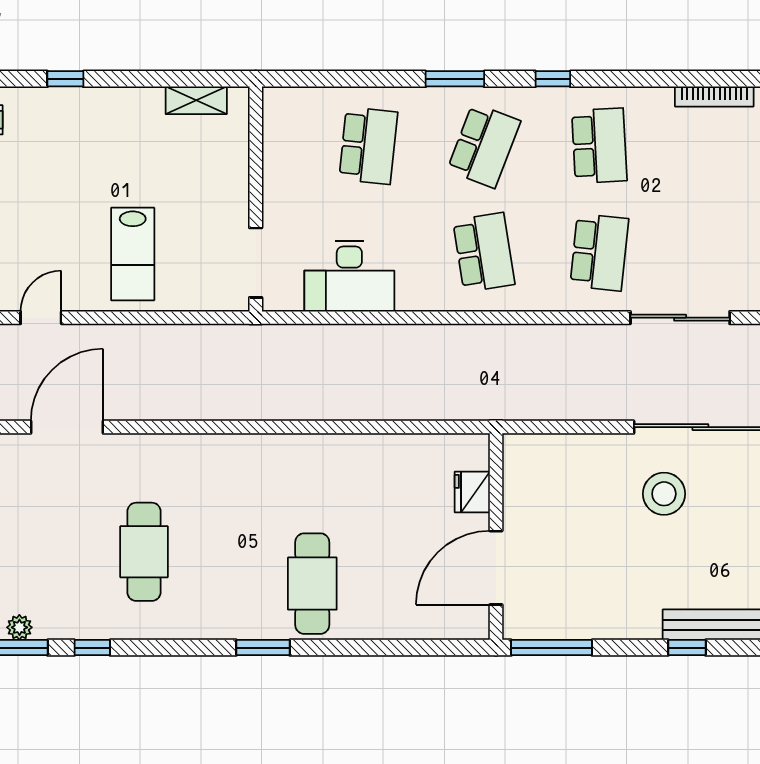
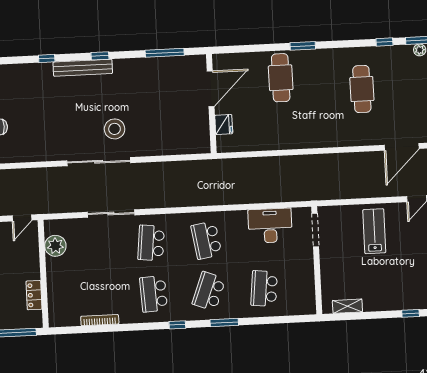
fridge: (472, 492) -> (224, 124), moved
wall: (496, 537) -> (211, 104), moved
door: (496, 568) -> (211, 89), moved

